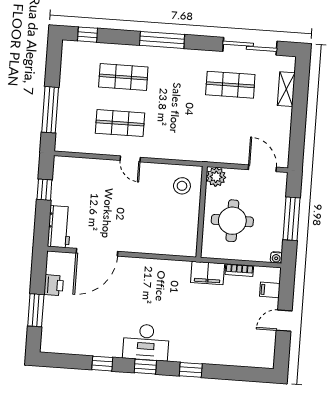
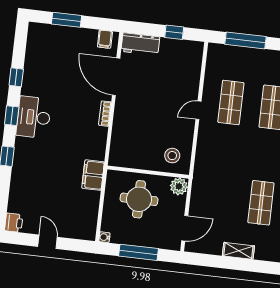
shelving: (286, 89) -> (238, 251), moved
bookcase: (239, 270) -> (105, 114), moved
printer: (54, 285) -> (14, 223), moved, turned -90
filing cabinet: (270, 290) -> (105, 39), moved, turned 180

